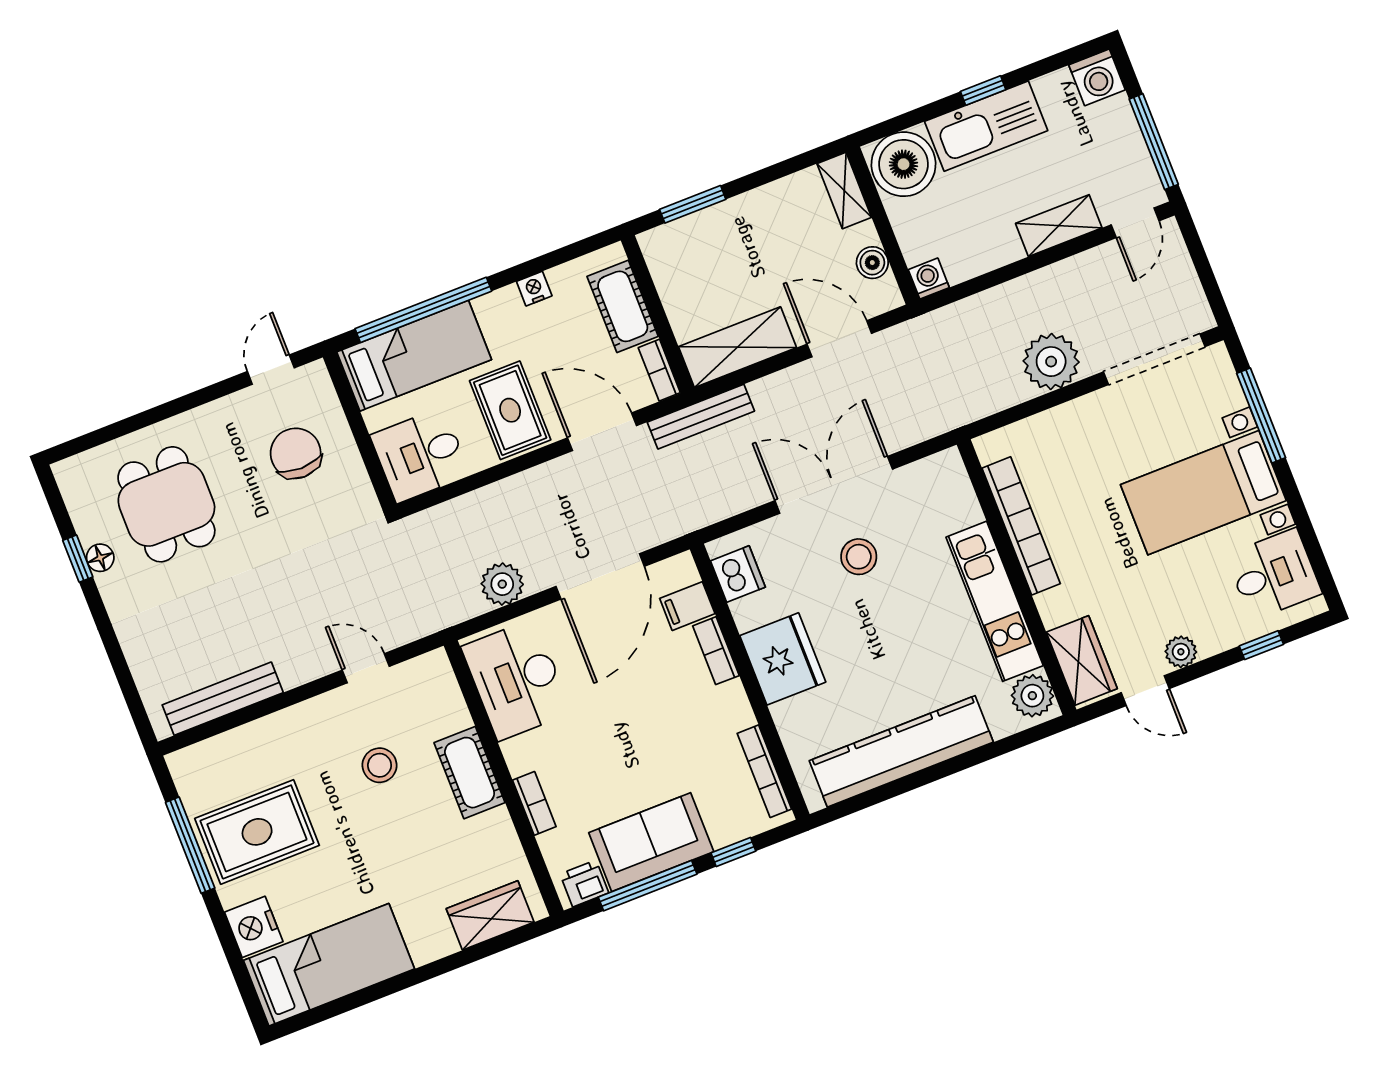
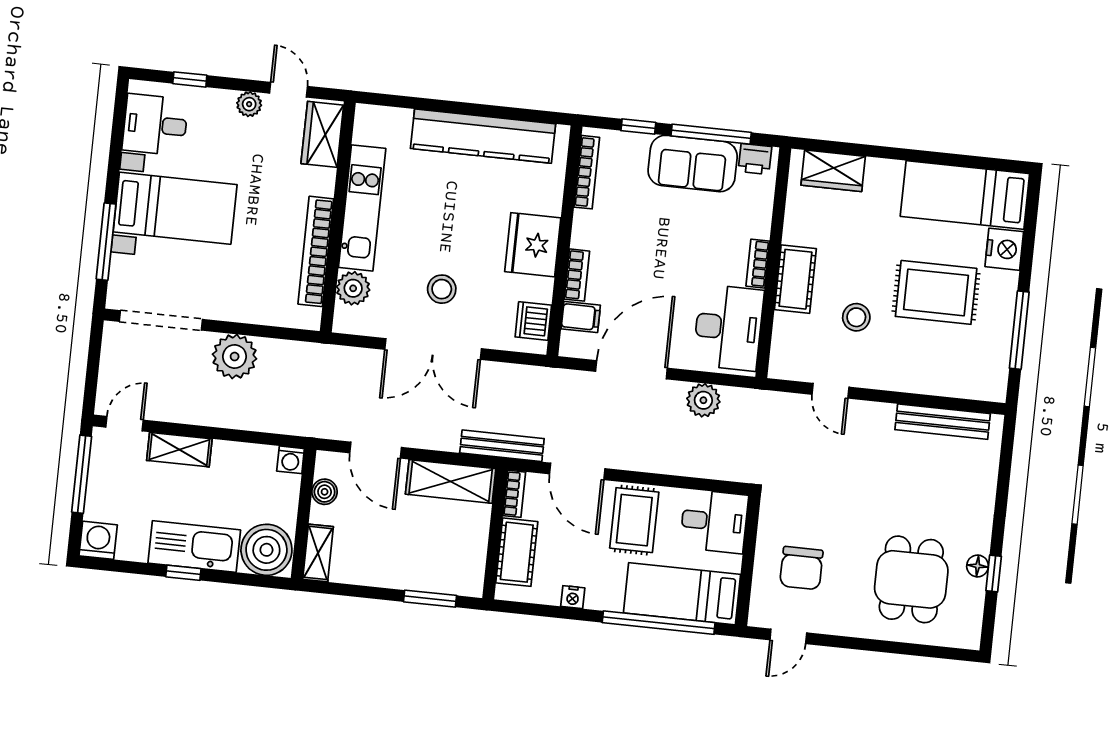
plant: (1032, 696) -> (353, 288), moved
bookcase: (534, 803) -> (758, 264), moved
rug: (257, 832) -> (936, 292), moved

